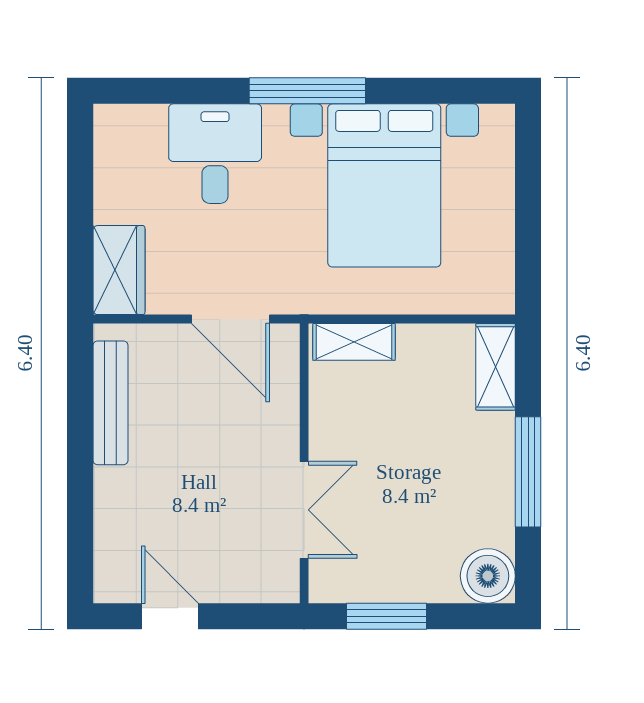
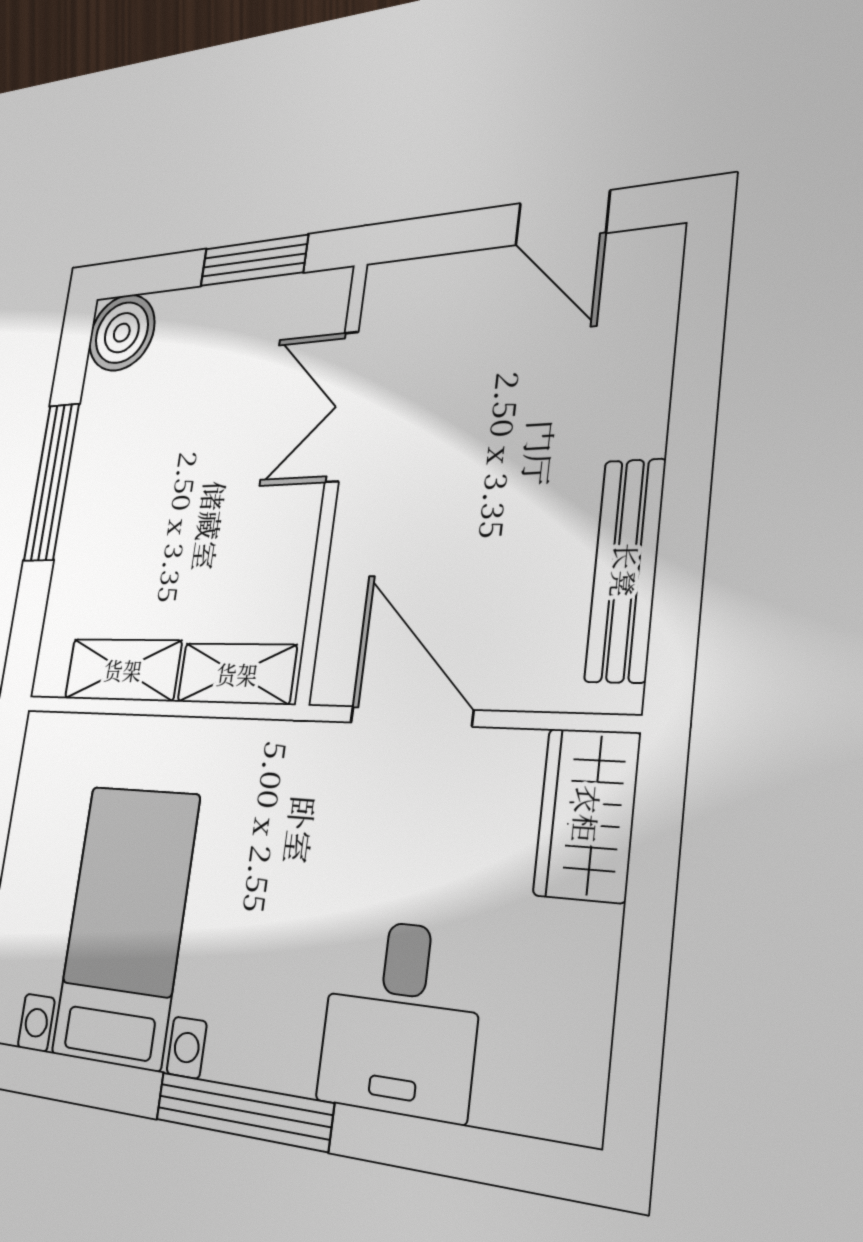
bed with nightstands: (384, 185) -> (126, 925), width x0.73
shelving: (496, 367) -> (123, 670), moved, turned 90

